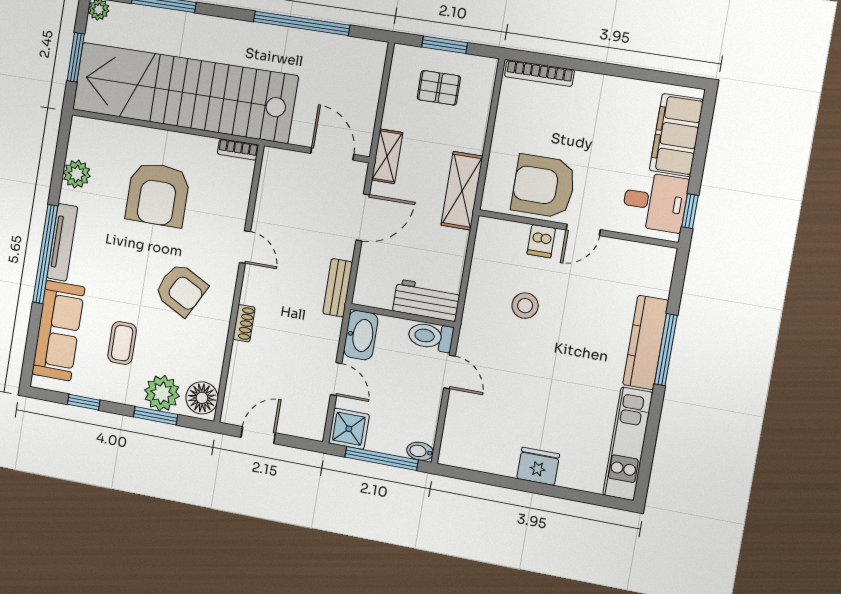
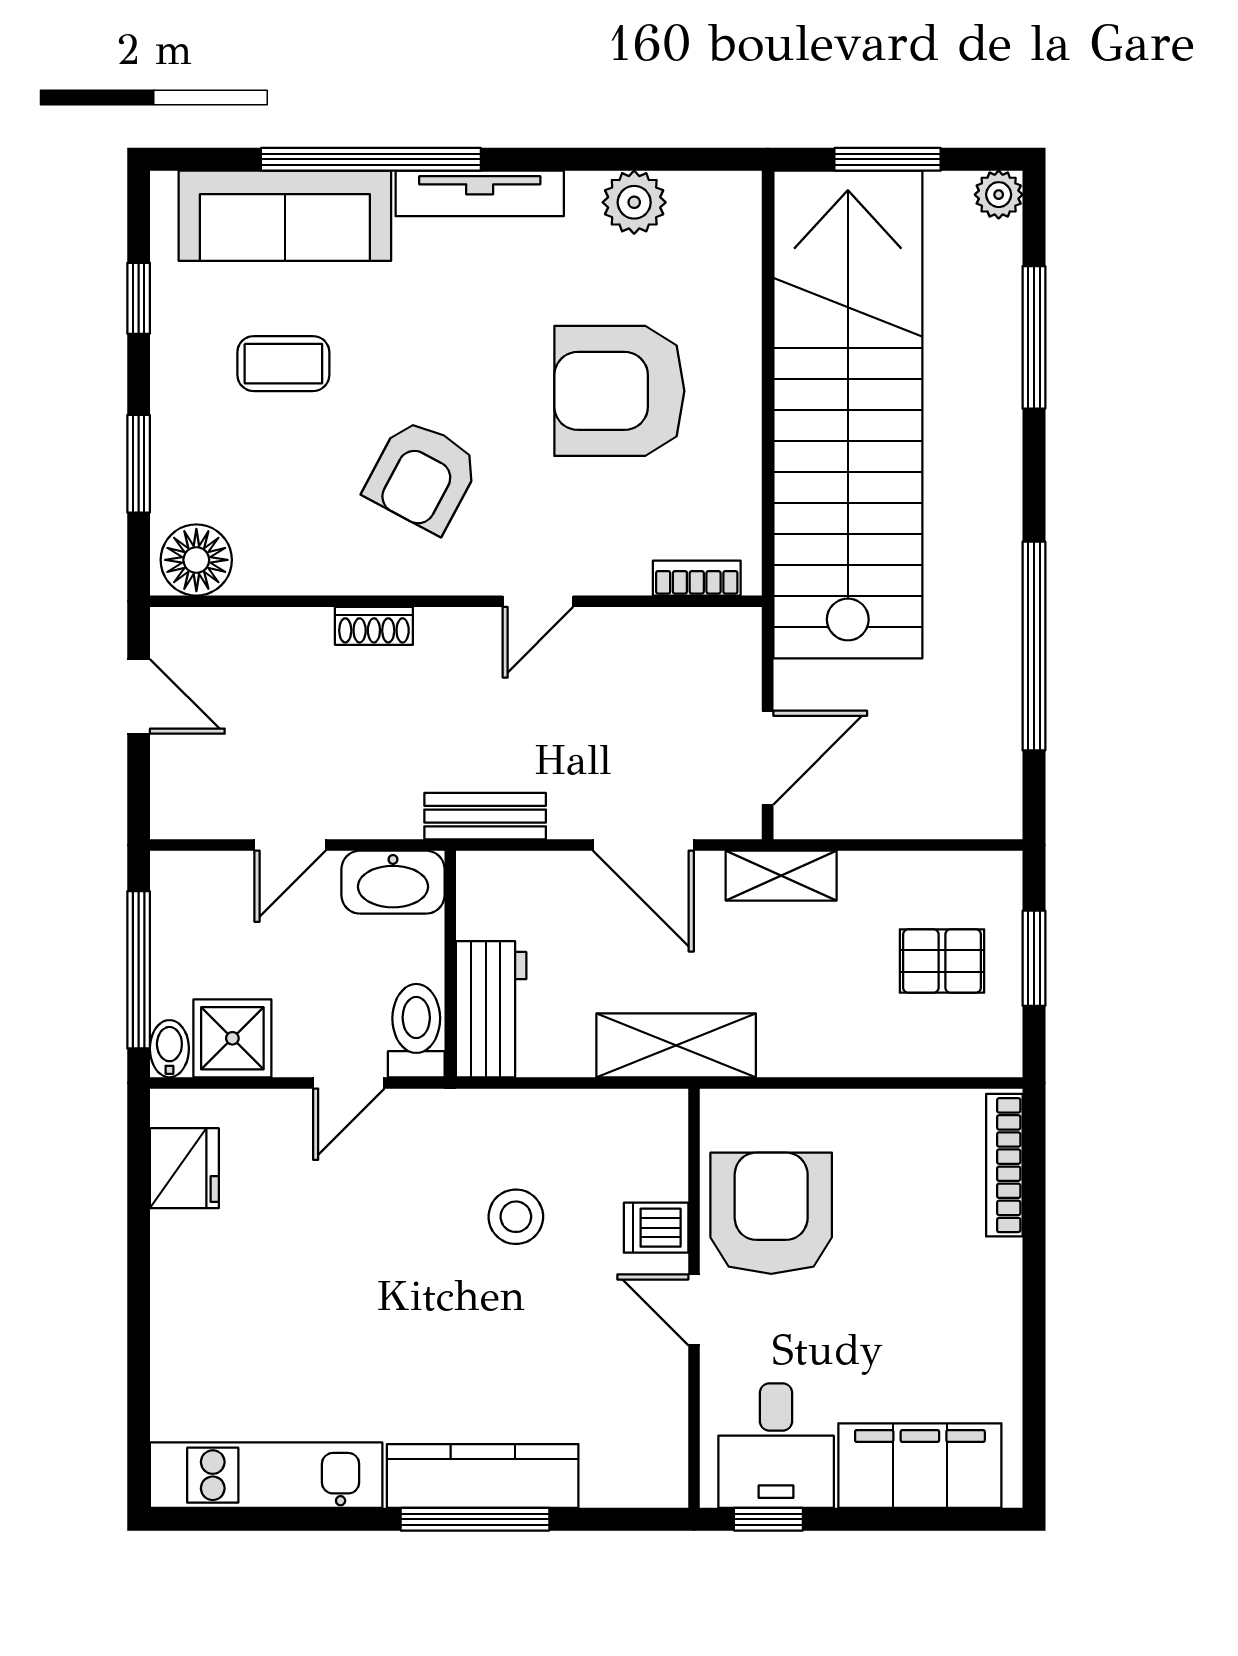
pallet: (439, 88) -> (942, 961), turned 90
bookcase: (238, 149) -> (697, 578), moved, turned 90
shelving: (462, 191) -> (676, 1045), moved
window: (45, 254) -> (371, 159), moved
plant: (162, 393) -> (190, 470), removed
shower: (349, 429) -> (232, 1038), moved
fridge: (538, 466) -> (184, 1168), moved

